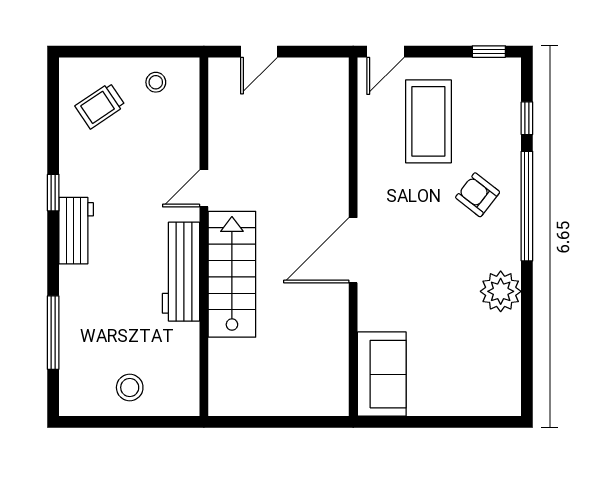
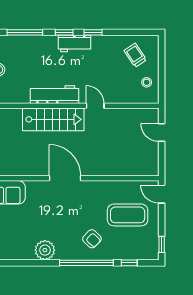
armchair: (478, 195) -> (92, 239), turned 95
window: (53, 252) -> (64, 32), added

